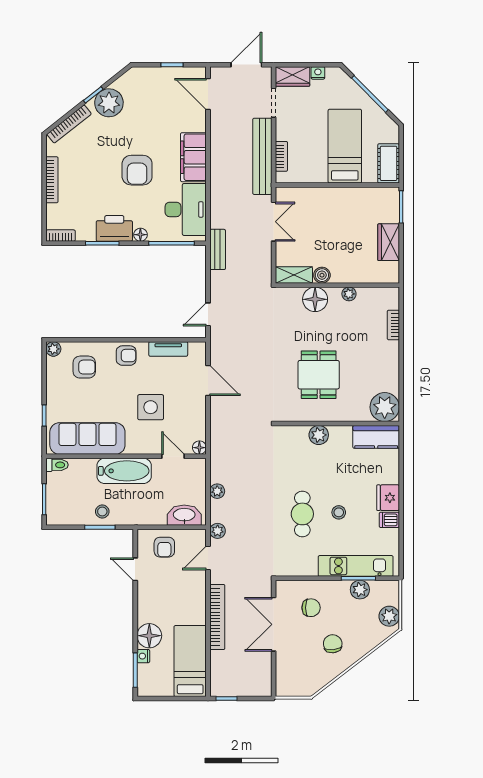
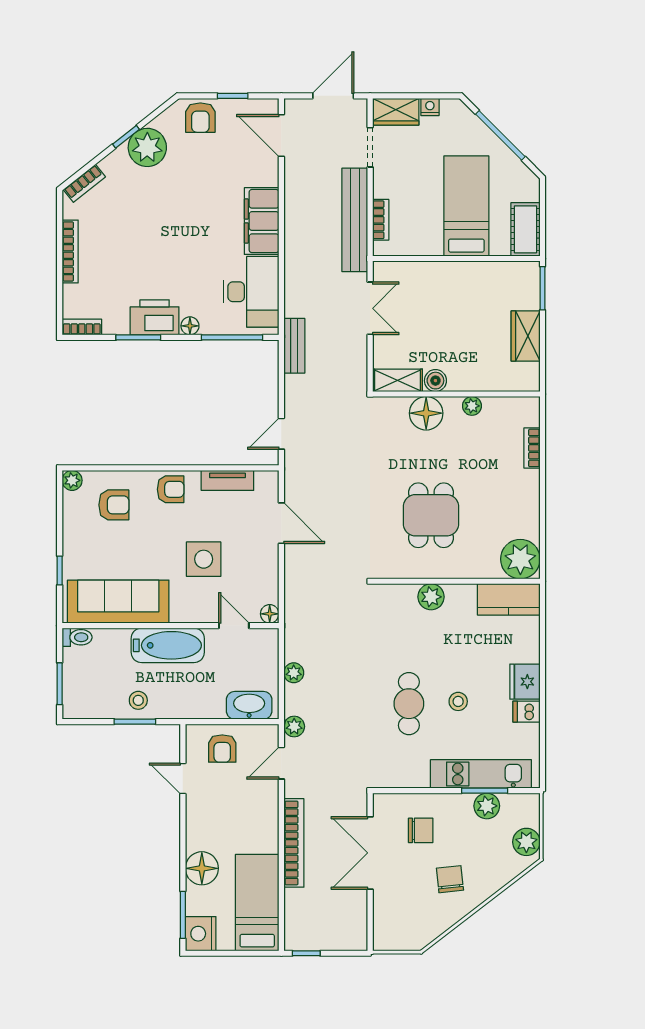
bookcase: (69, 124) -> (84, 183), width x0.64
armchair: (137, 170) -> (200, 118), moved, width x0.72, depth x0.72
nightstand: (143, 656) -> (201, 934), moved, width x1.89, depth x1.79

